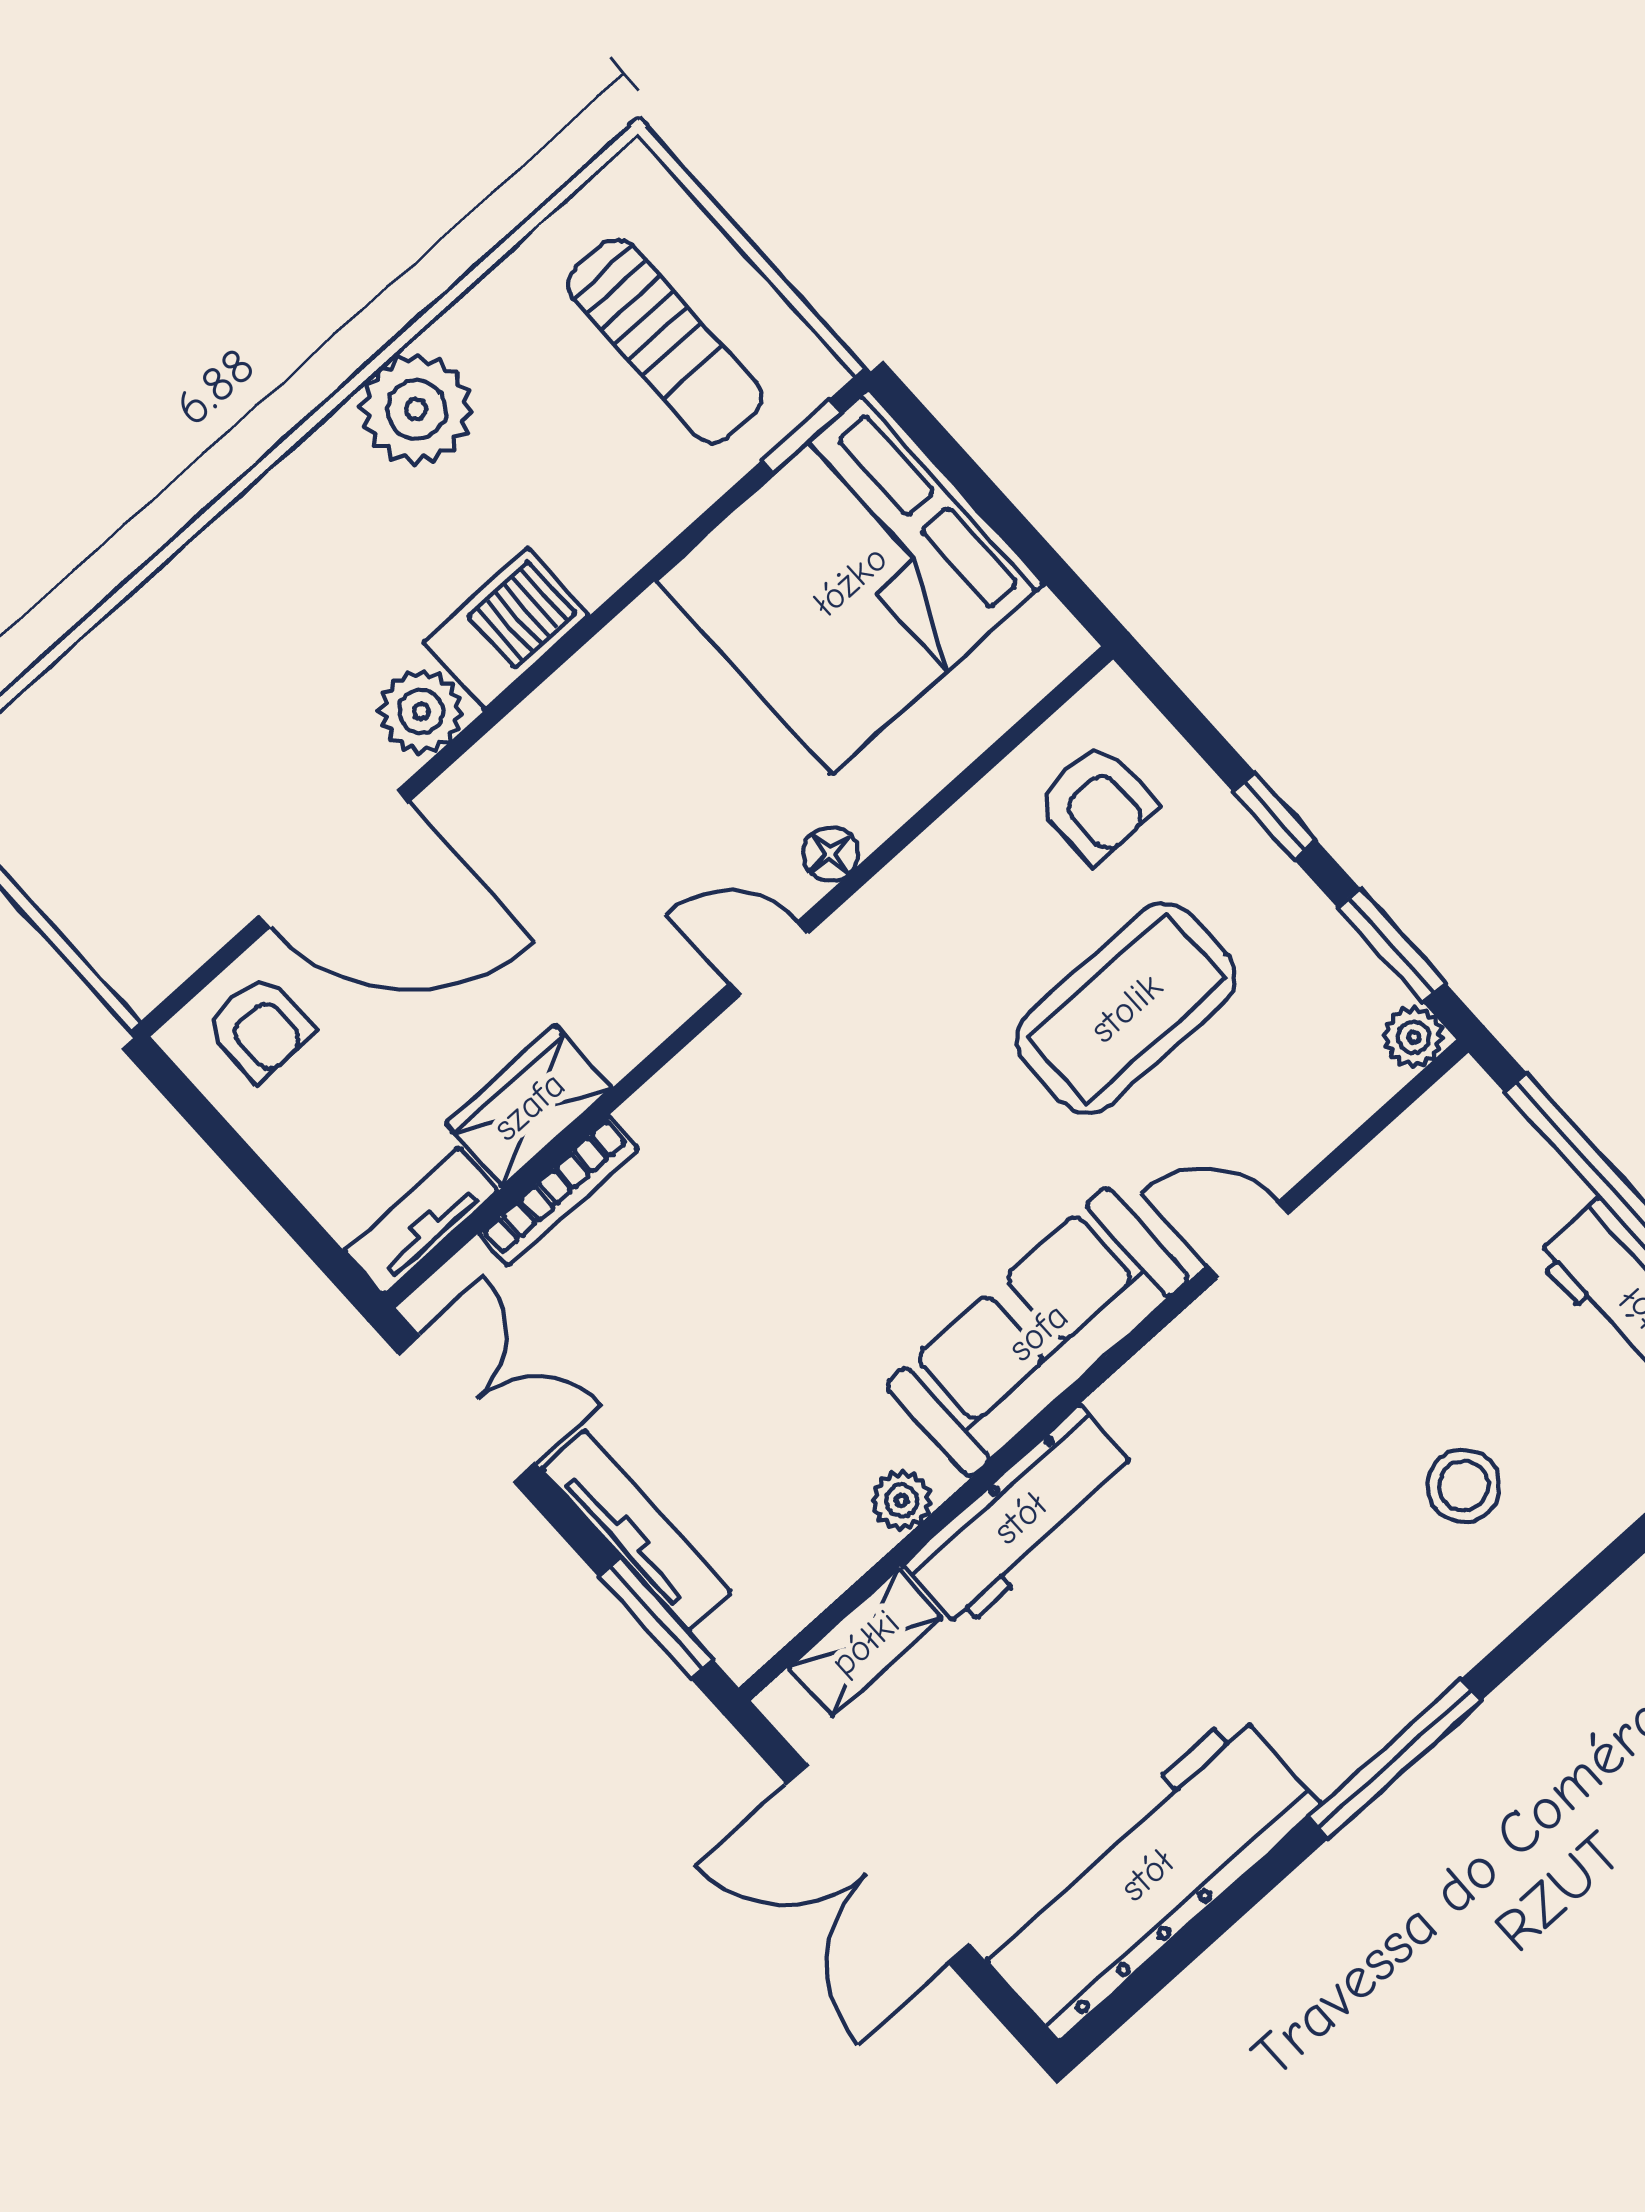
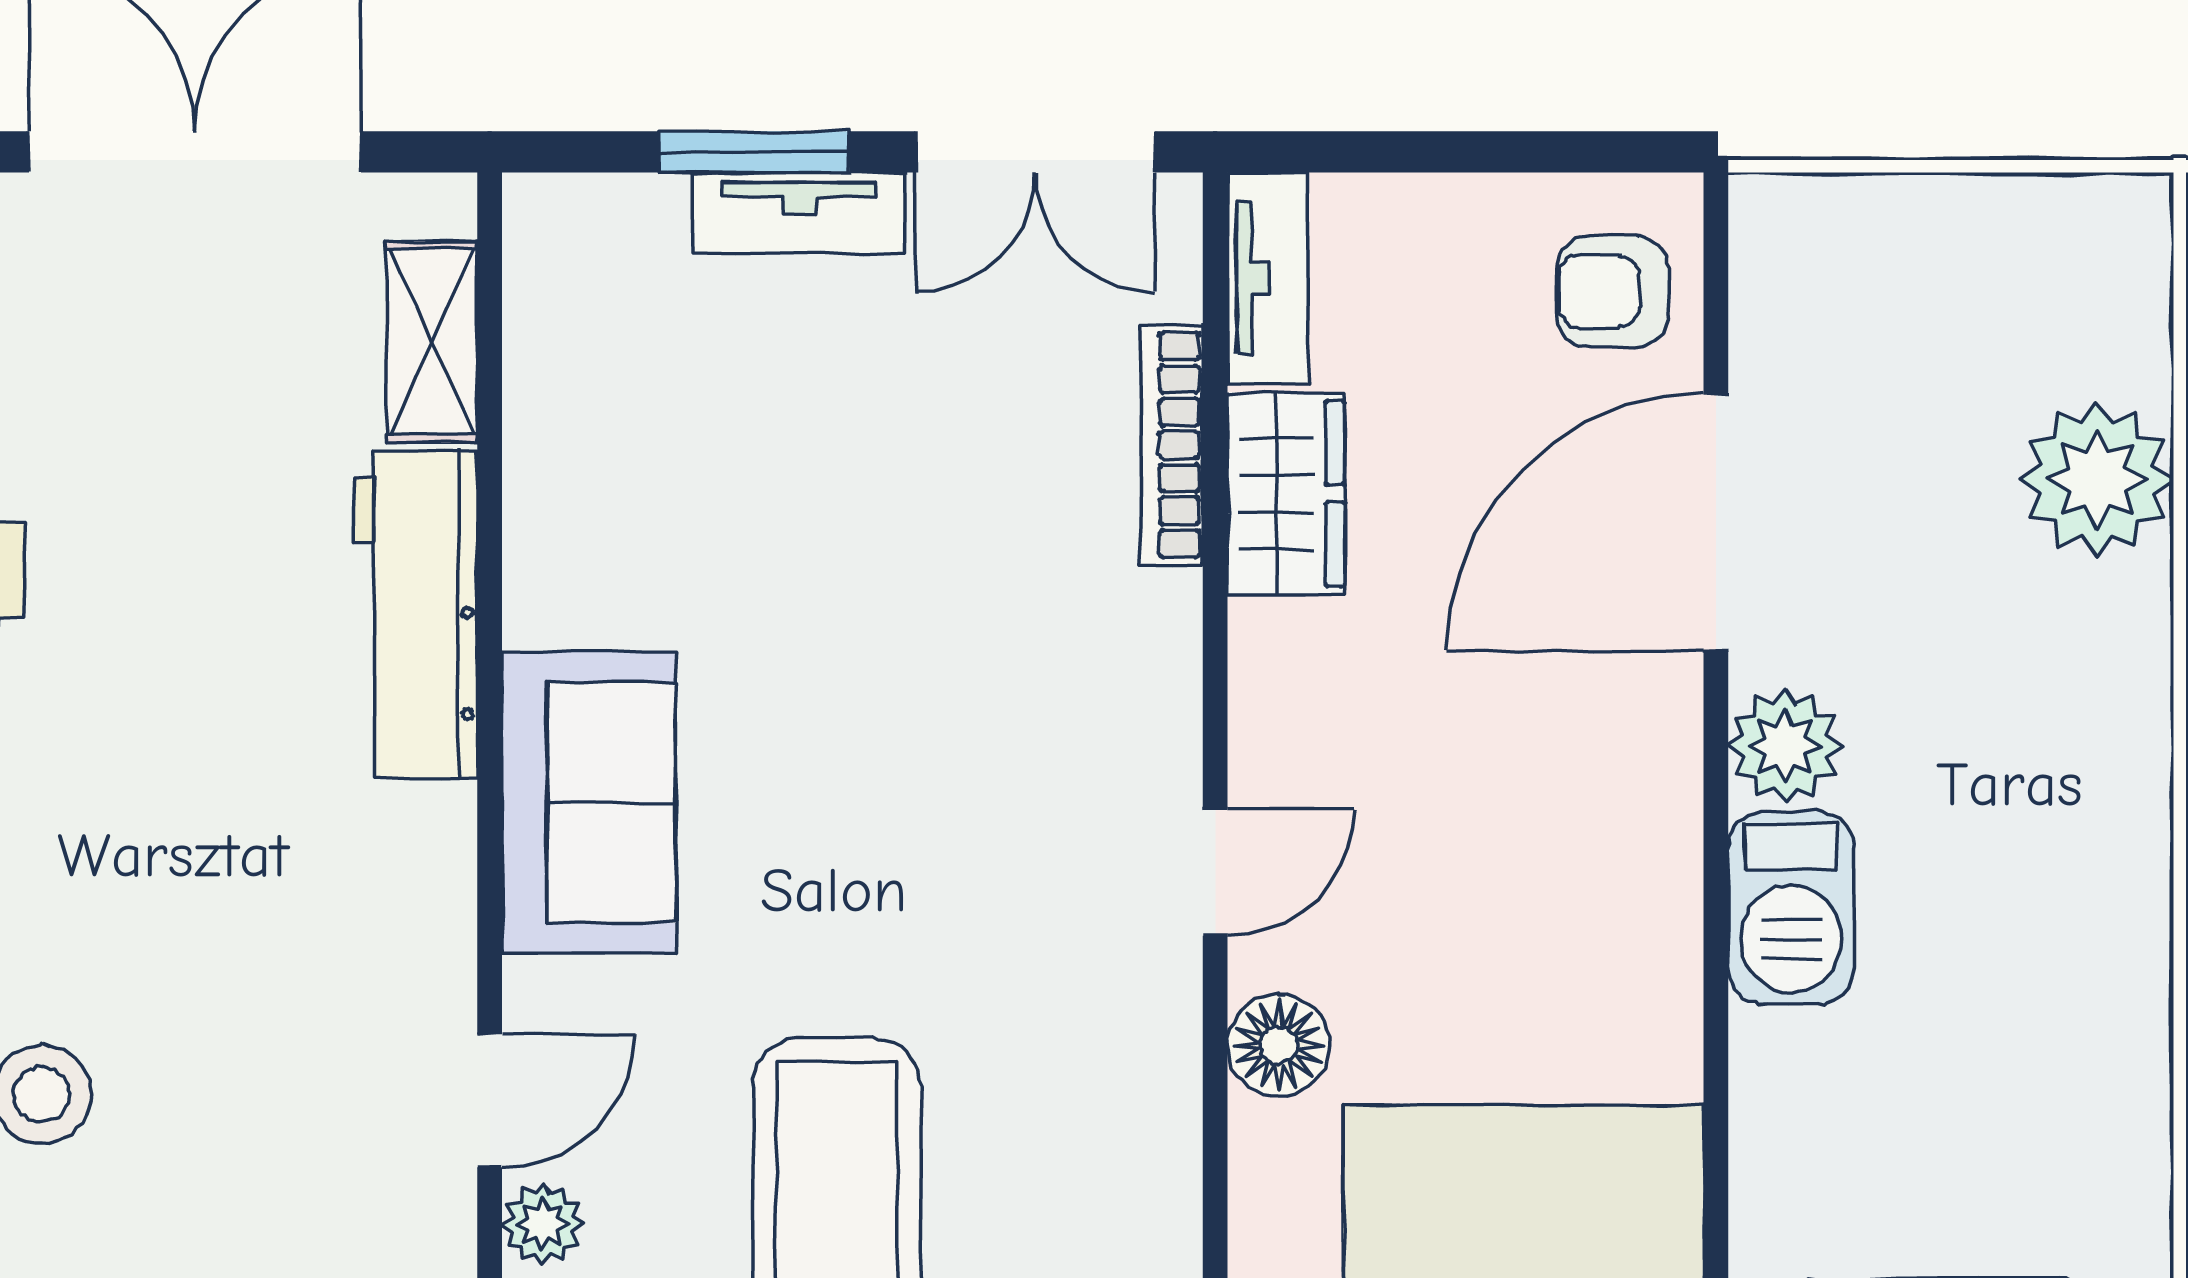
plant: (416, 409) -> (2097, 479), moved
floor lamp: (831, 854) -> (1279, 1045), width x1.37, depth x1.37
sofa: (1038, 1332) -> (589, 803), width x0.73
plant: (902, 1501) -> (543, 1224), moved
tv unit: (636, 1530) -> (799, 213), width x0.71
window: (656, 1618) -> (754, 152), moved

